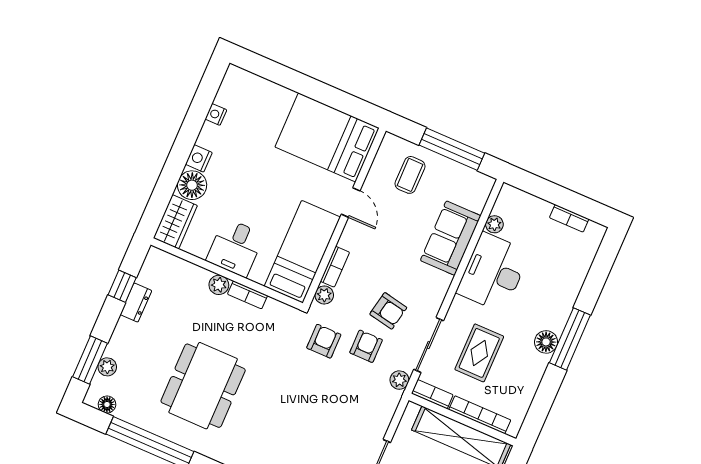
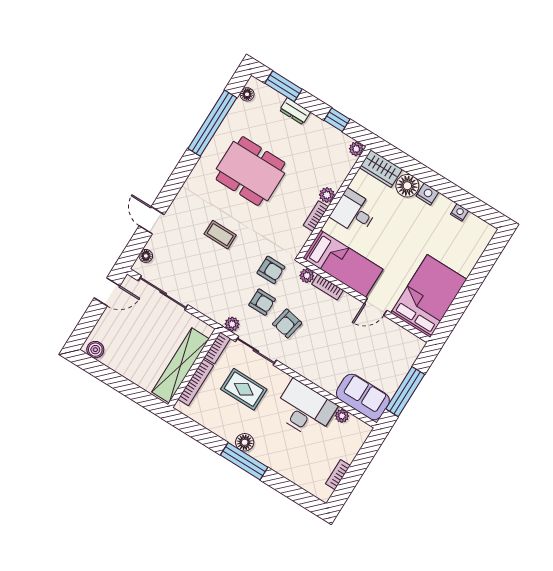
coffee table: (410, 175) -> (220, 235), moved
sofa: (451, 238) -> (363, 397), moved
dresser: (136, 303) -> (295, 111), moved
plant: (107, 367) -> (356, 149), moved

